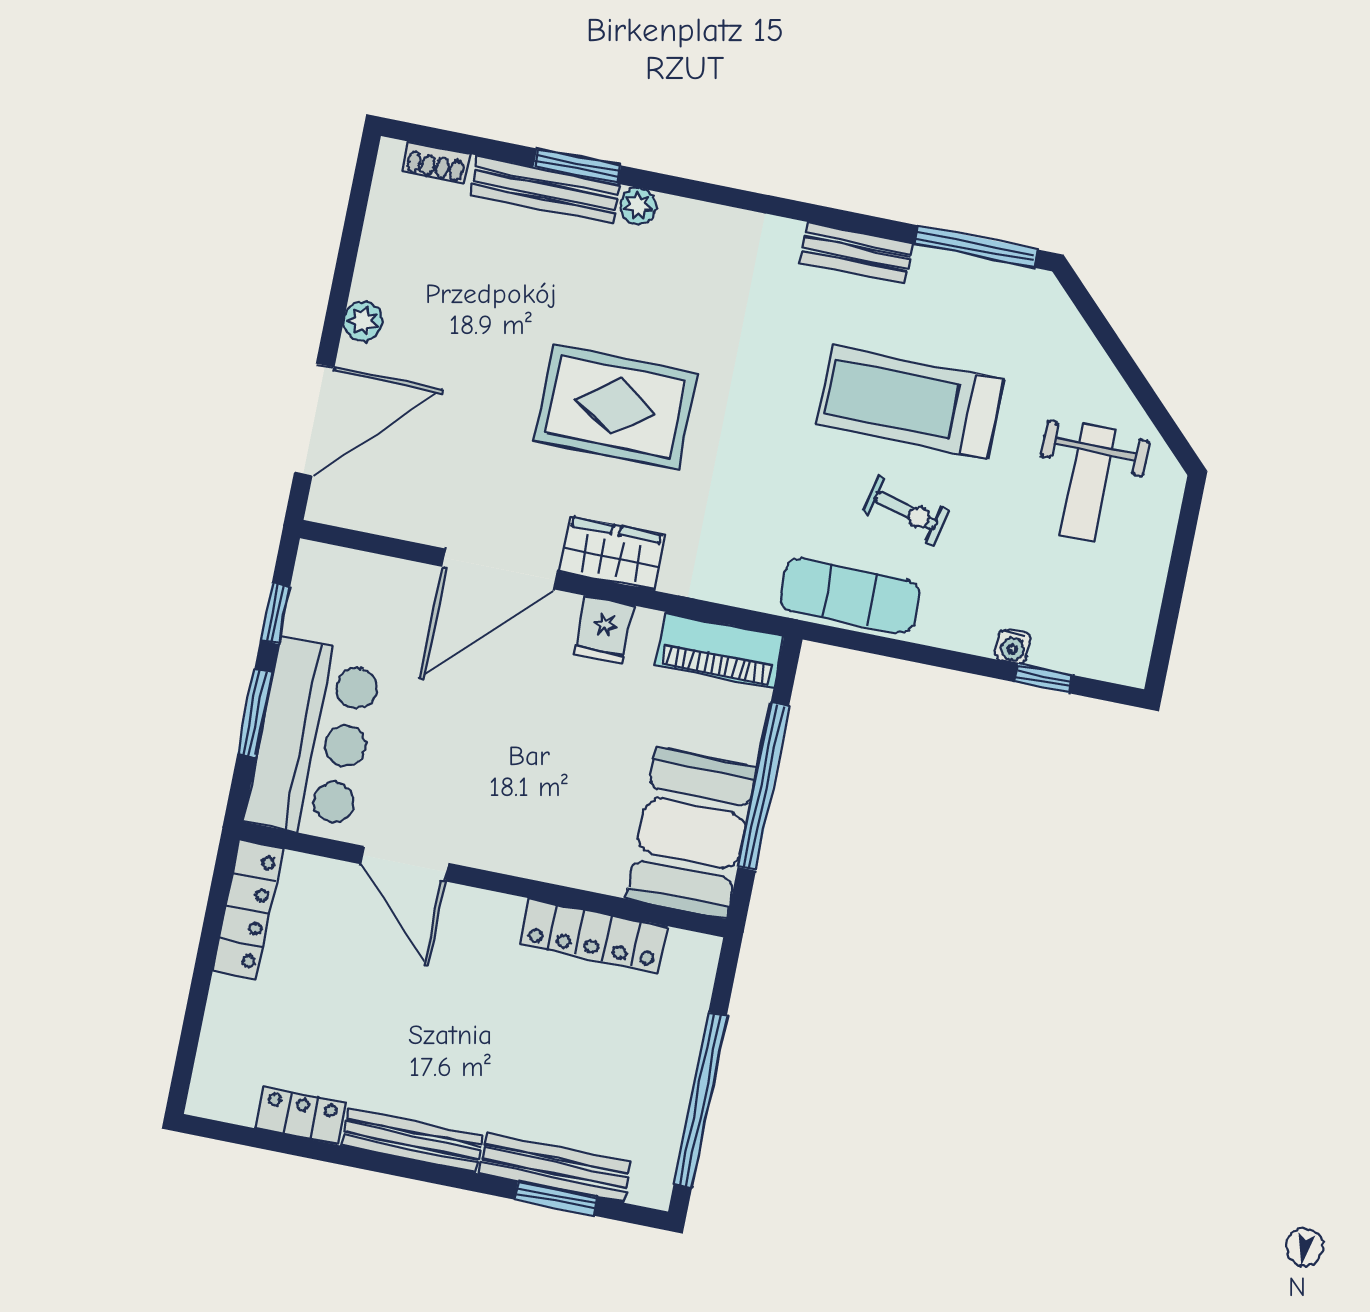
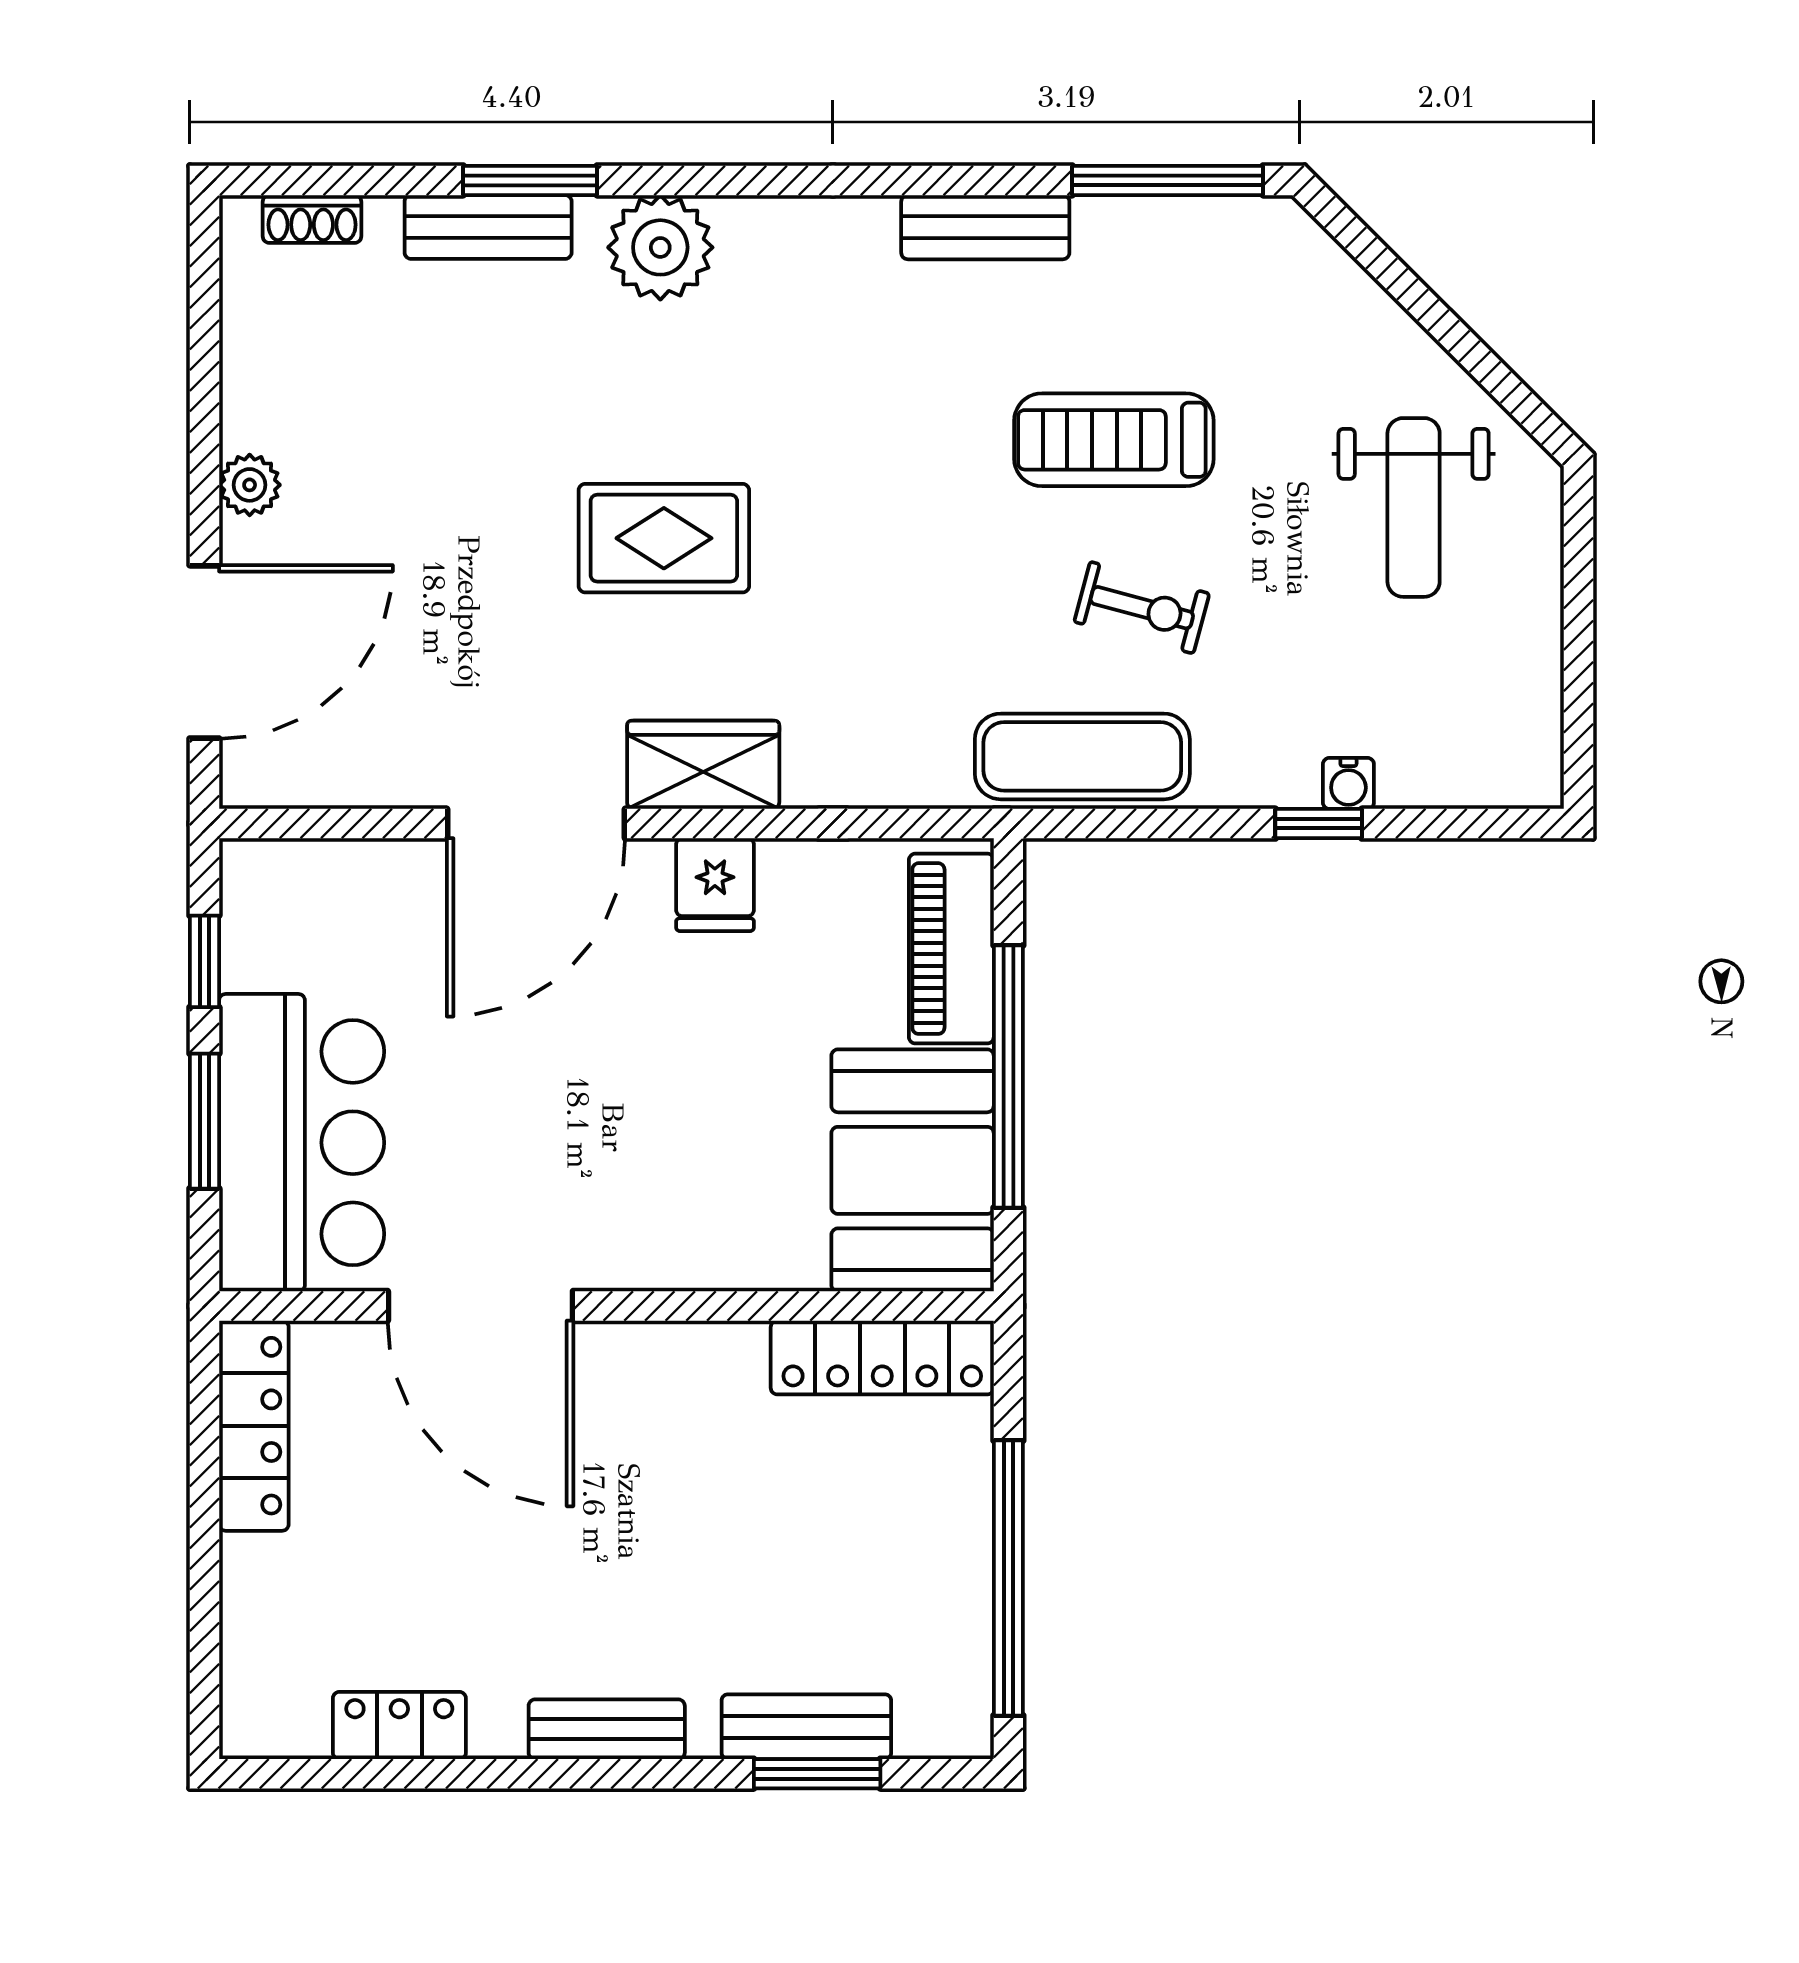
bench: (545, 190) -> (488, 227), width x0.73
plant: (638, 206) -> (660, 247), width x1.88, depth x1.88
treadmill: (910, 402) -> (1114, 440), width x0.73, depth x0.73
rug: (616, 407) -> (664, 538), width x0.73, depth x0.70
piano: (720, 650) -> (951, 949), moved, turned 90
window: (1043, 679) -> (1319, 824), moved
door: (404, 864) -> (480, 1306), width x1.36
locker: (594, 935) -> (882, 1357), moved
bench: (412, 1141) -> (607, 1729), width x0.73
bench: (555, 1168) -> (806, 1727), width x0.73

